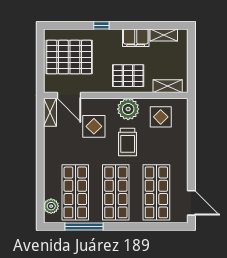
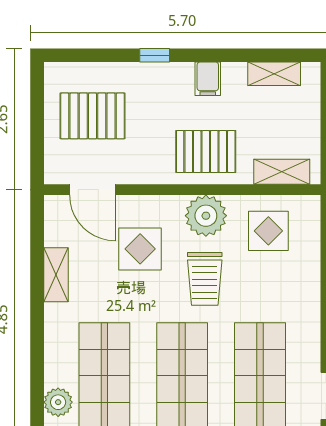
filing cabinet: (136, 38) -> (208, 79), width x0.50
pallet: (69, 57) -> (93, 116), width x0.73, depth x0.71
shelving: (50, 112) -> (56, 275), moved

